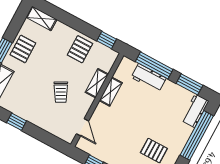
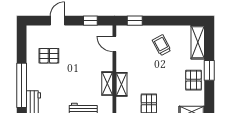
trolley: (61, 92) -> (162, 45), moved
window: (17, 122) -> (135, 21), moved

